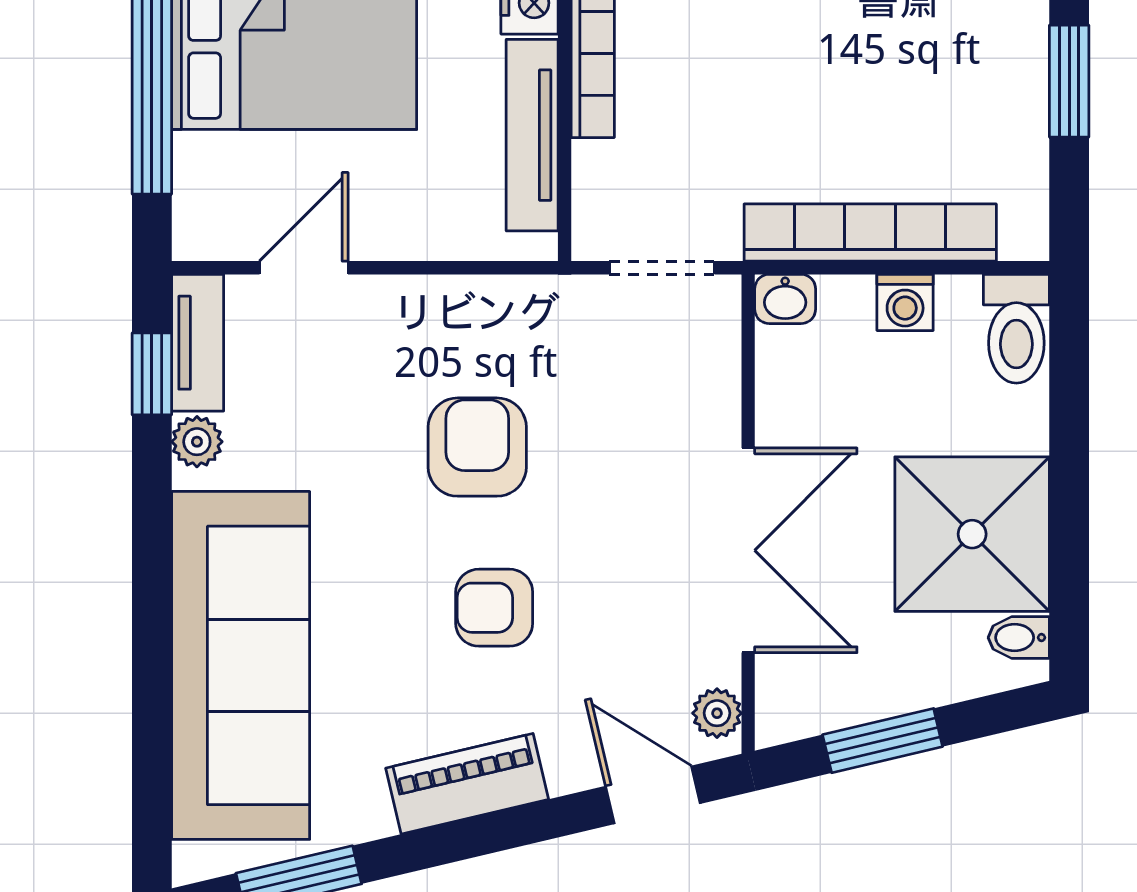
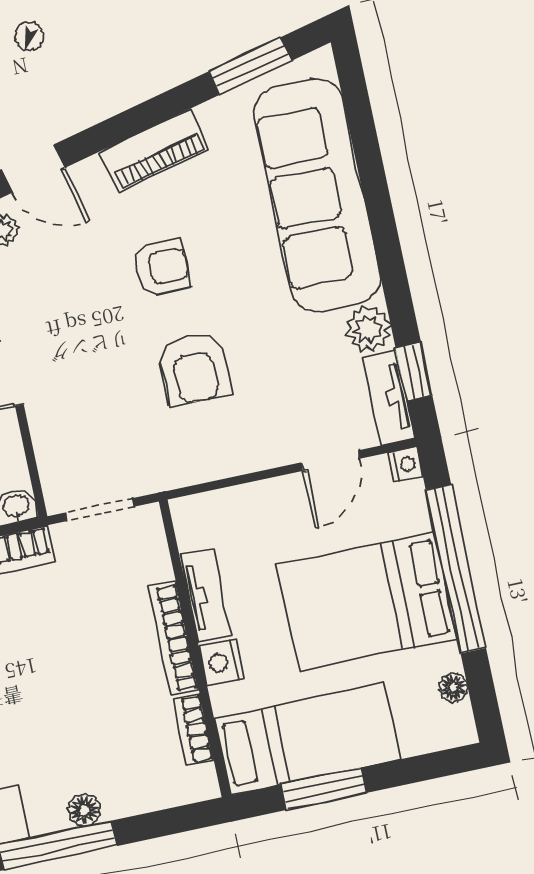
tv unit: (532, 135) -> (205, 595), width x0.71
nightstand: (193, 238) -> (406, 465), added
plant: (197, 442) -> (368, 329), width x1.38, depth x1.38

